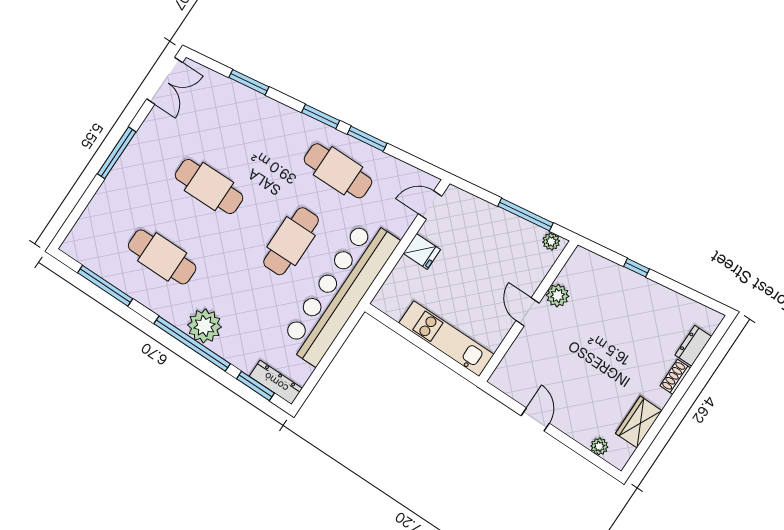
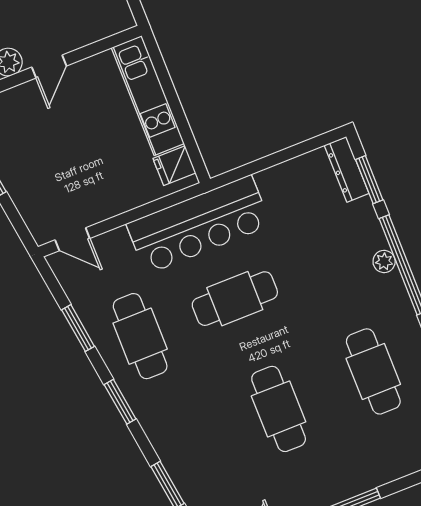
window: (367, 139) -> (78, 328), moved
fridge: (422, 251) -> (174, 166), moved, turned -90
bar counter: (340, 292) -> (199, 225), width x0.73
plant: (204, 326) -> (384, 261), width x0.53, depth x0.53

